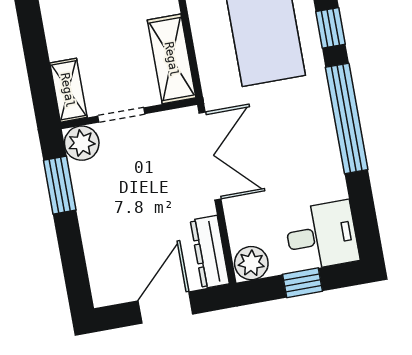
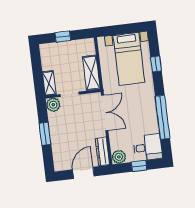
window: (347, 118) -> (163, 117), moved
window: (60, 185) -> (45, 134), moved

